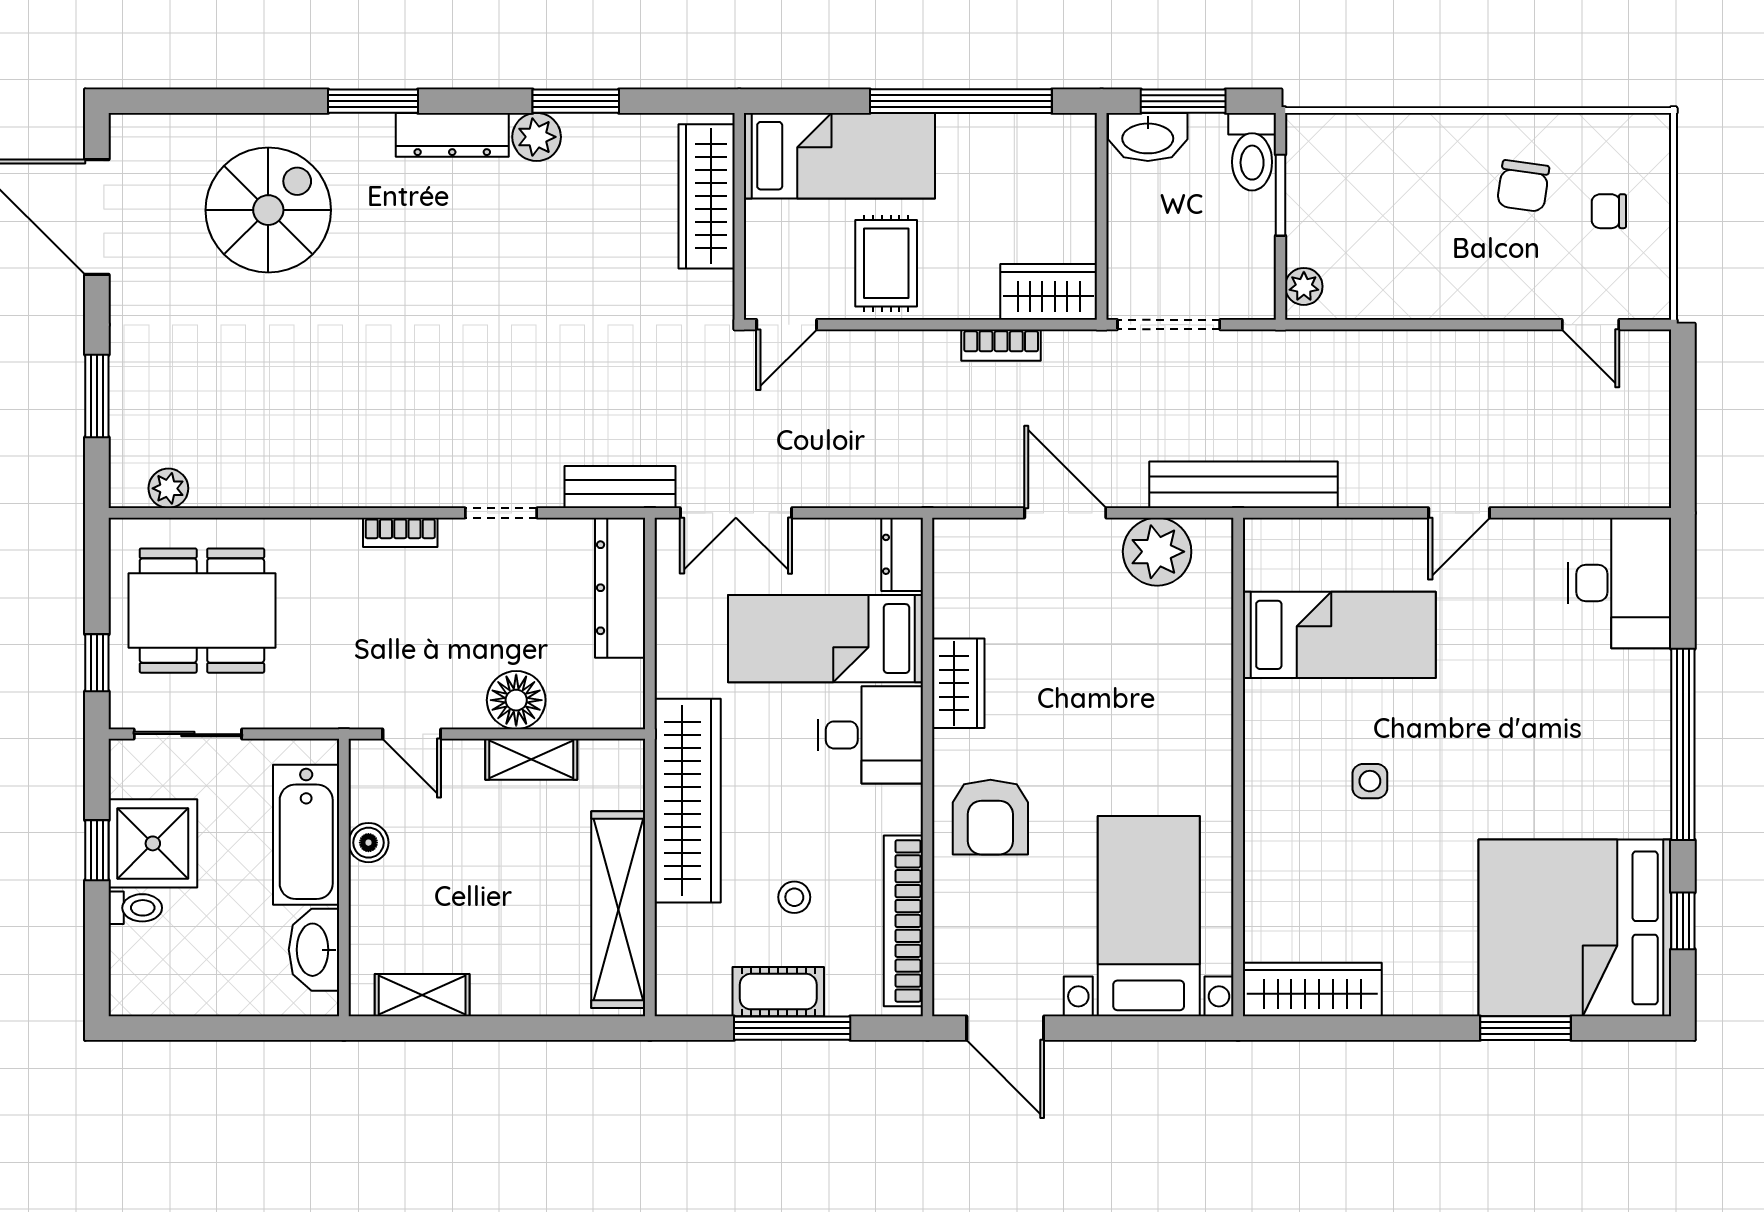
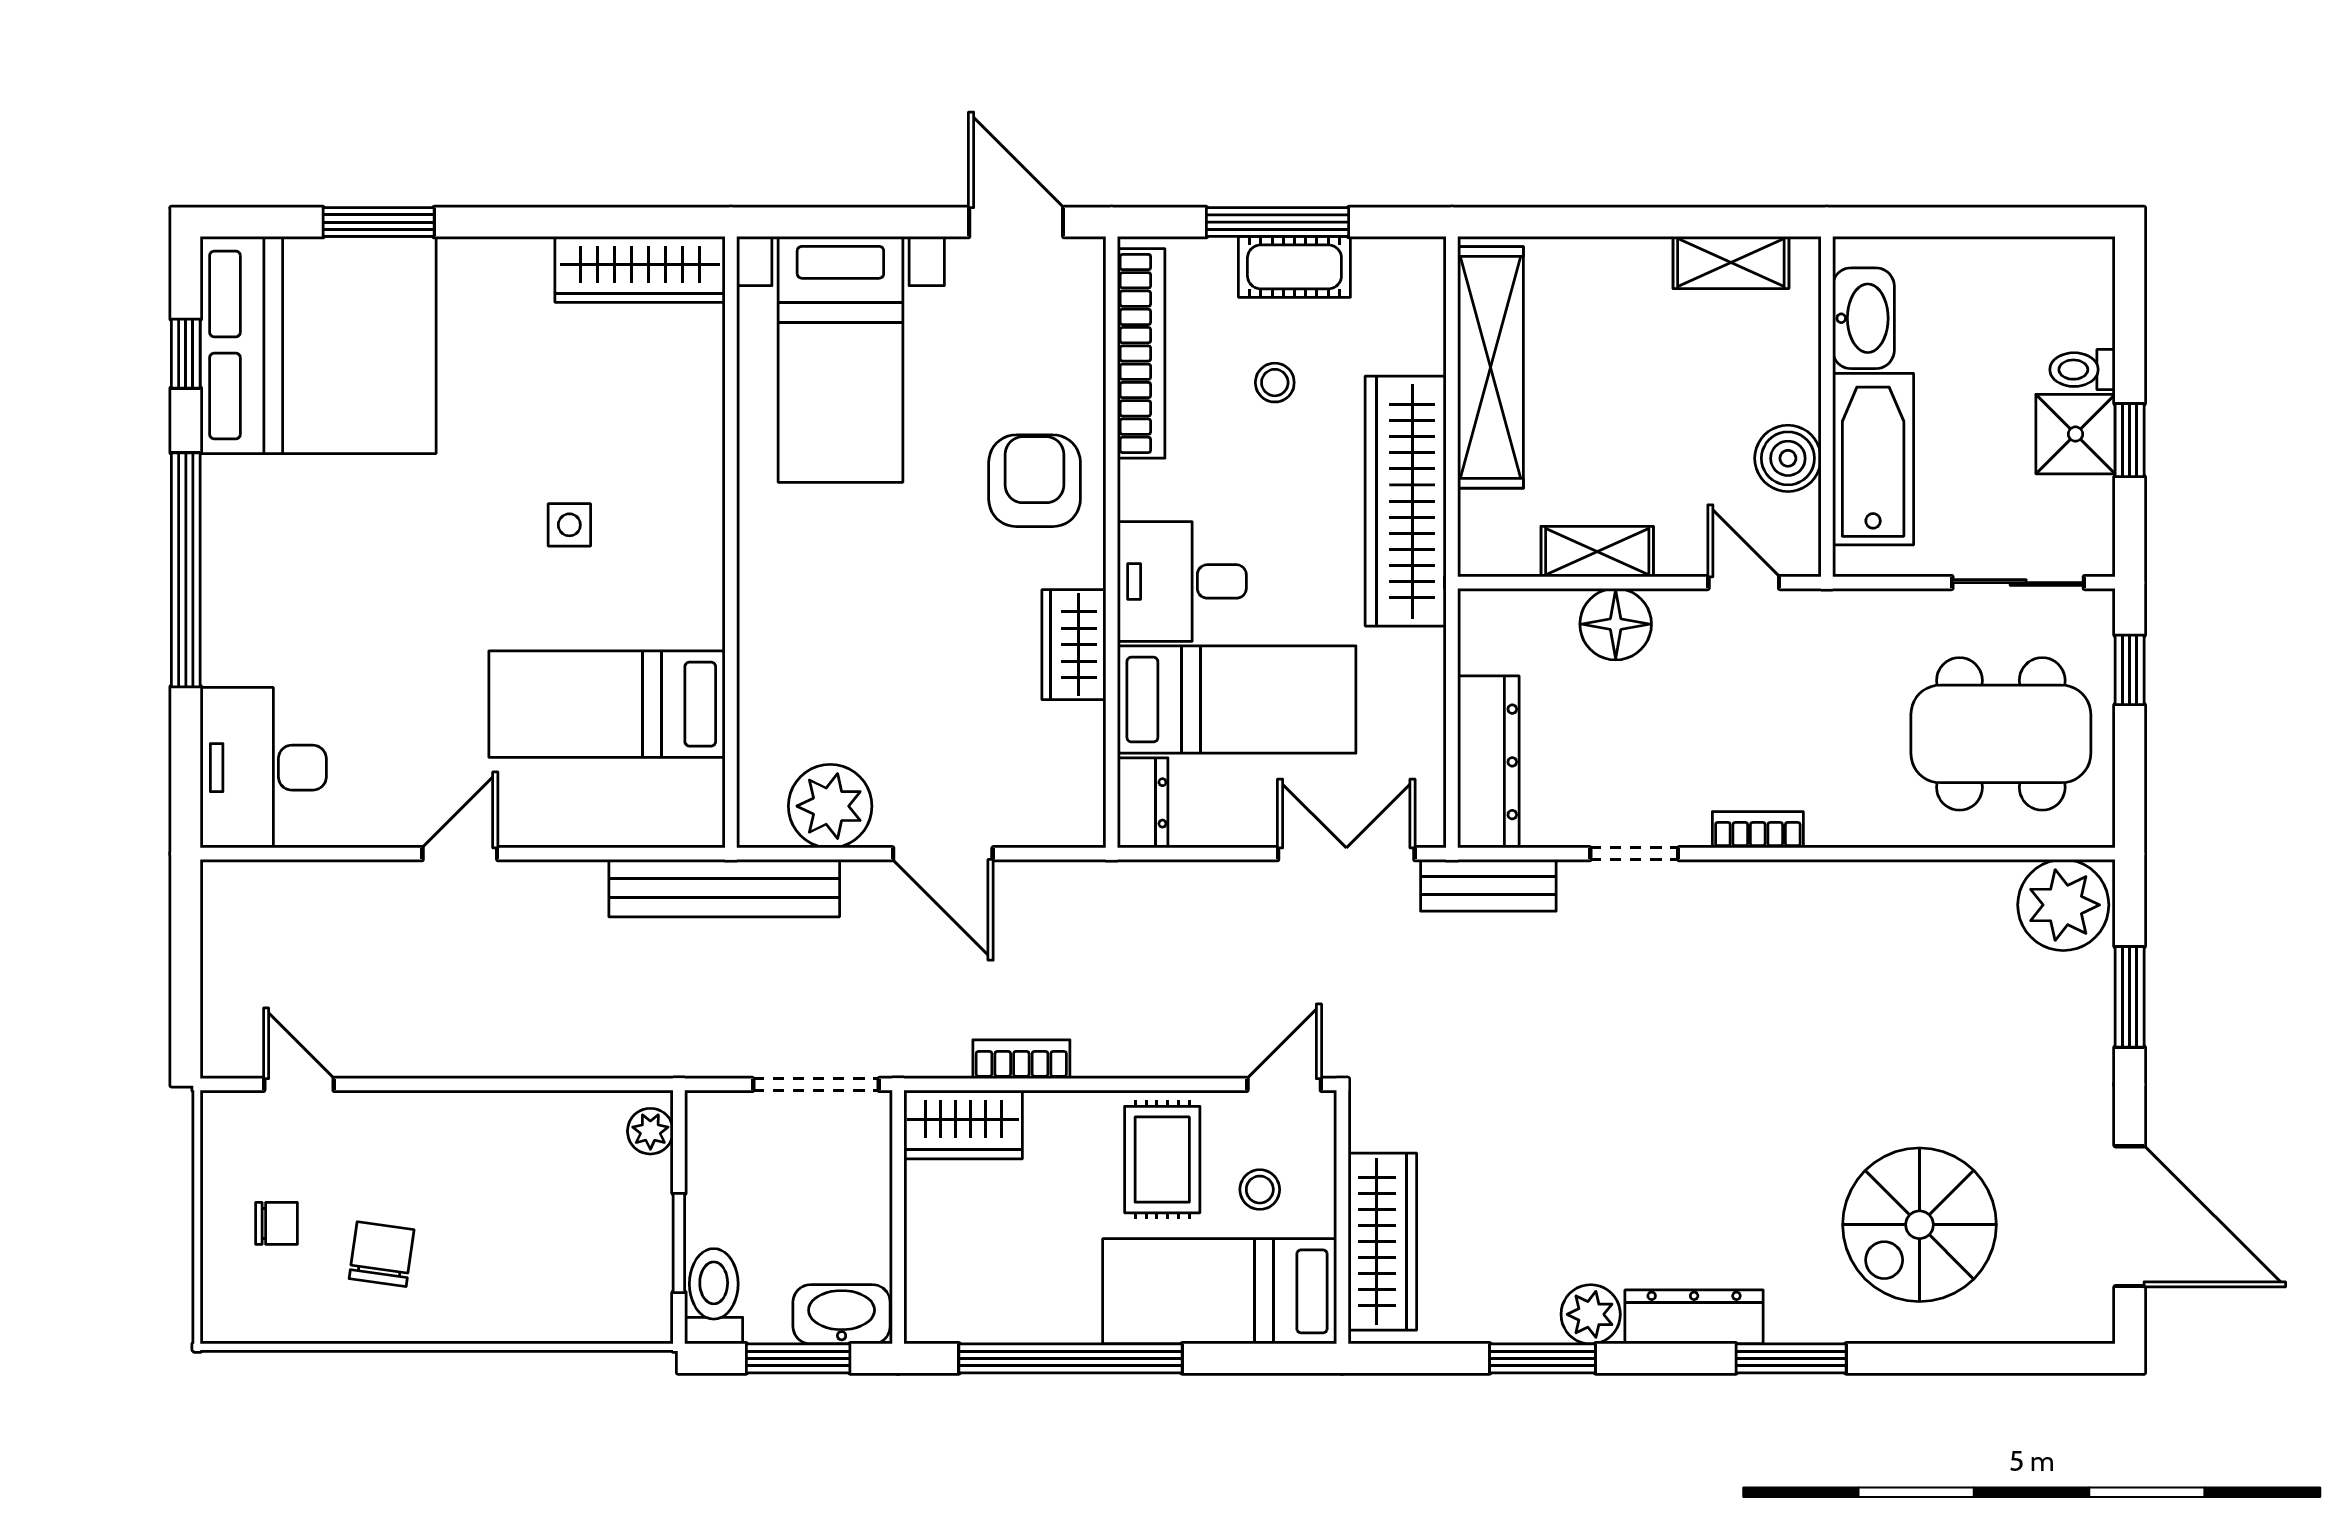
stool: (807, 239) -> (1260, 1190), added
plant: (168, 488) -> (2063, 905), width x1.87, depth x1.87
shower: (153, 843) -> (2076, 434), width x0.73, depth x0.73
boiler: (368, 843) -> (1788, 458), width x1.36, depth x1.36

